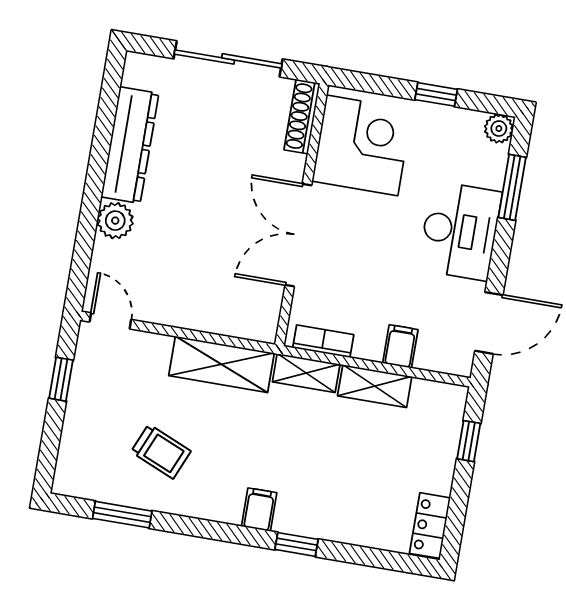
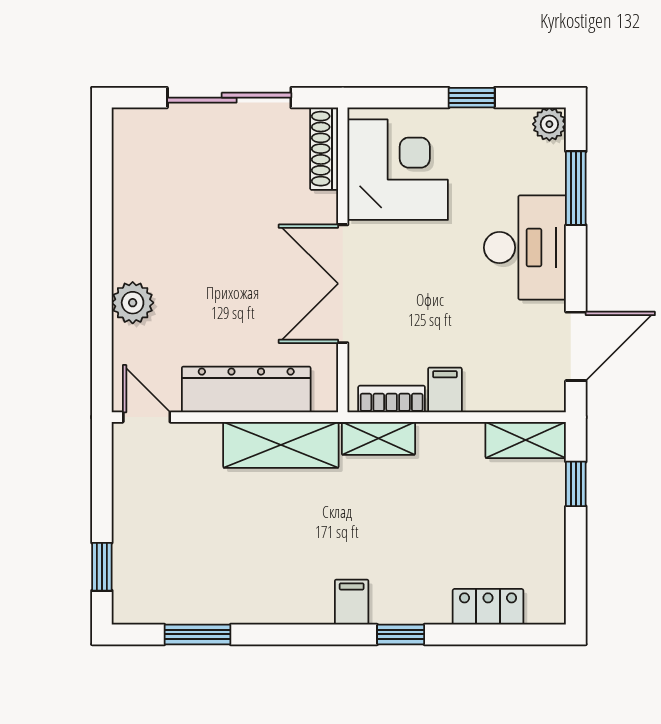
dresser: (130, 145) -> (246, 389), moved, turned -90
filing cabinet: (400, 346) -> (445, 390), moved
window: (61, 379) -> (102, 567), moved
shelving: (375, 386) -> (526, 440), moved
trolley: (161, 451) -> (229, 555), removed
locker: (430, 526) -> (488, 607), moved, turned 90

